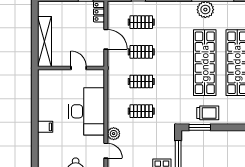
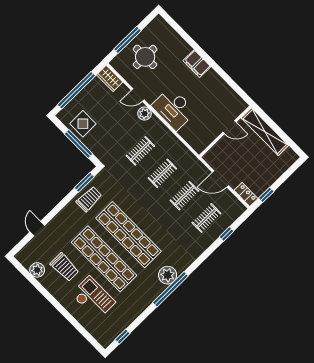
door: (79, 68) -> (230, 127), moved
desk: (87, 111) -> (174, 109), width x0.73, depth x0.77
trolley: (208, 113) -> (89, 199), turned 180
filing cabinet: (45, 127) -> (197, 64), width x2.00

